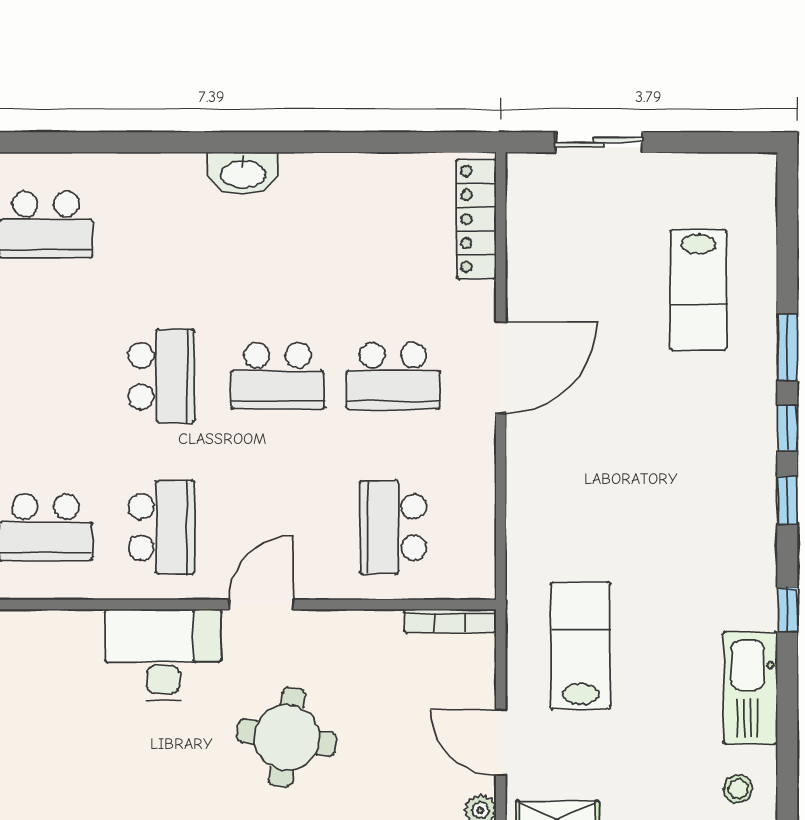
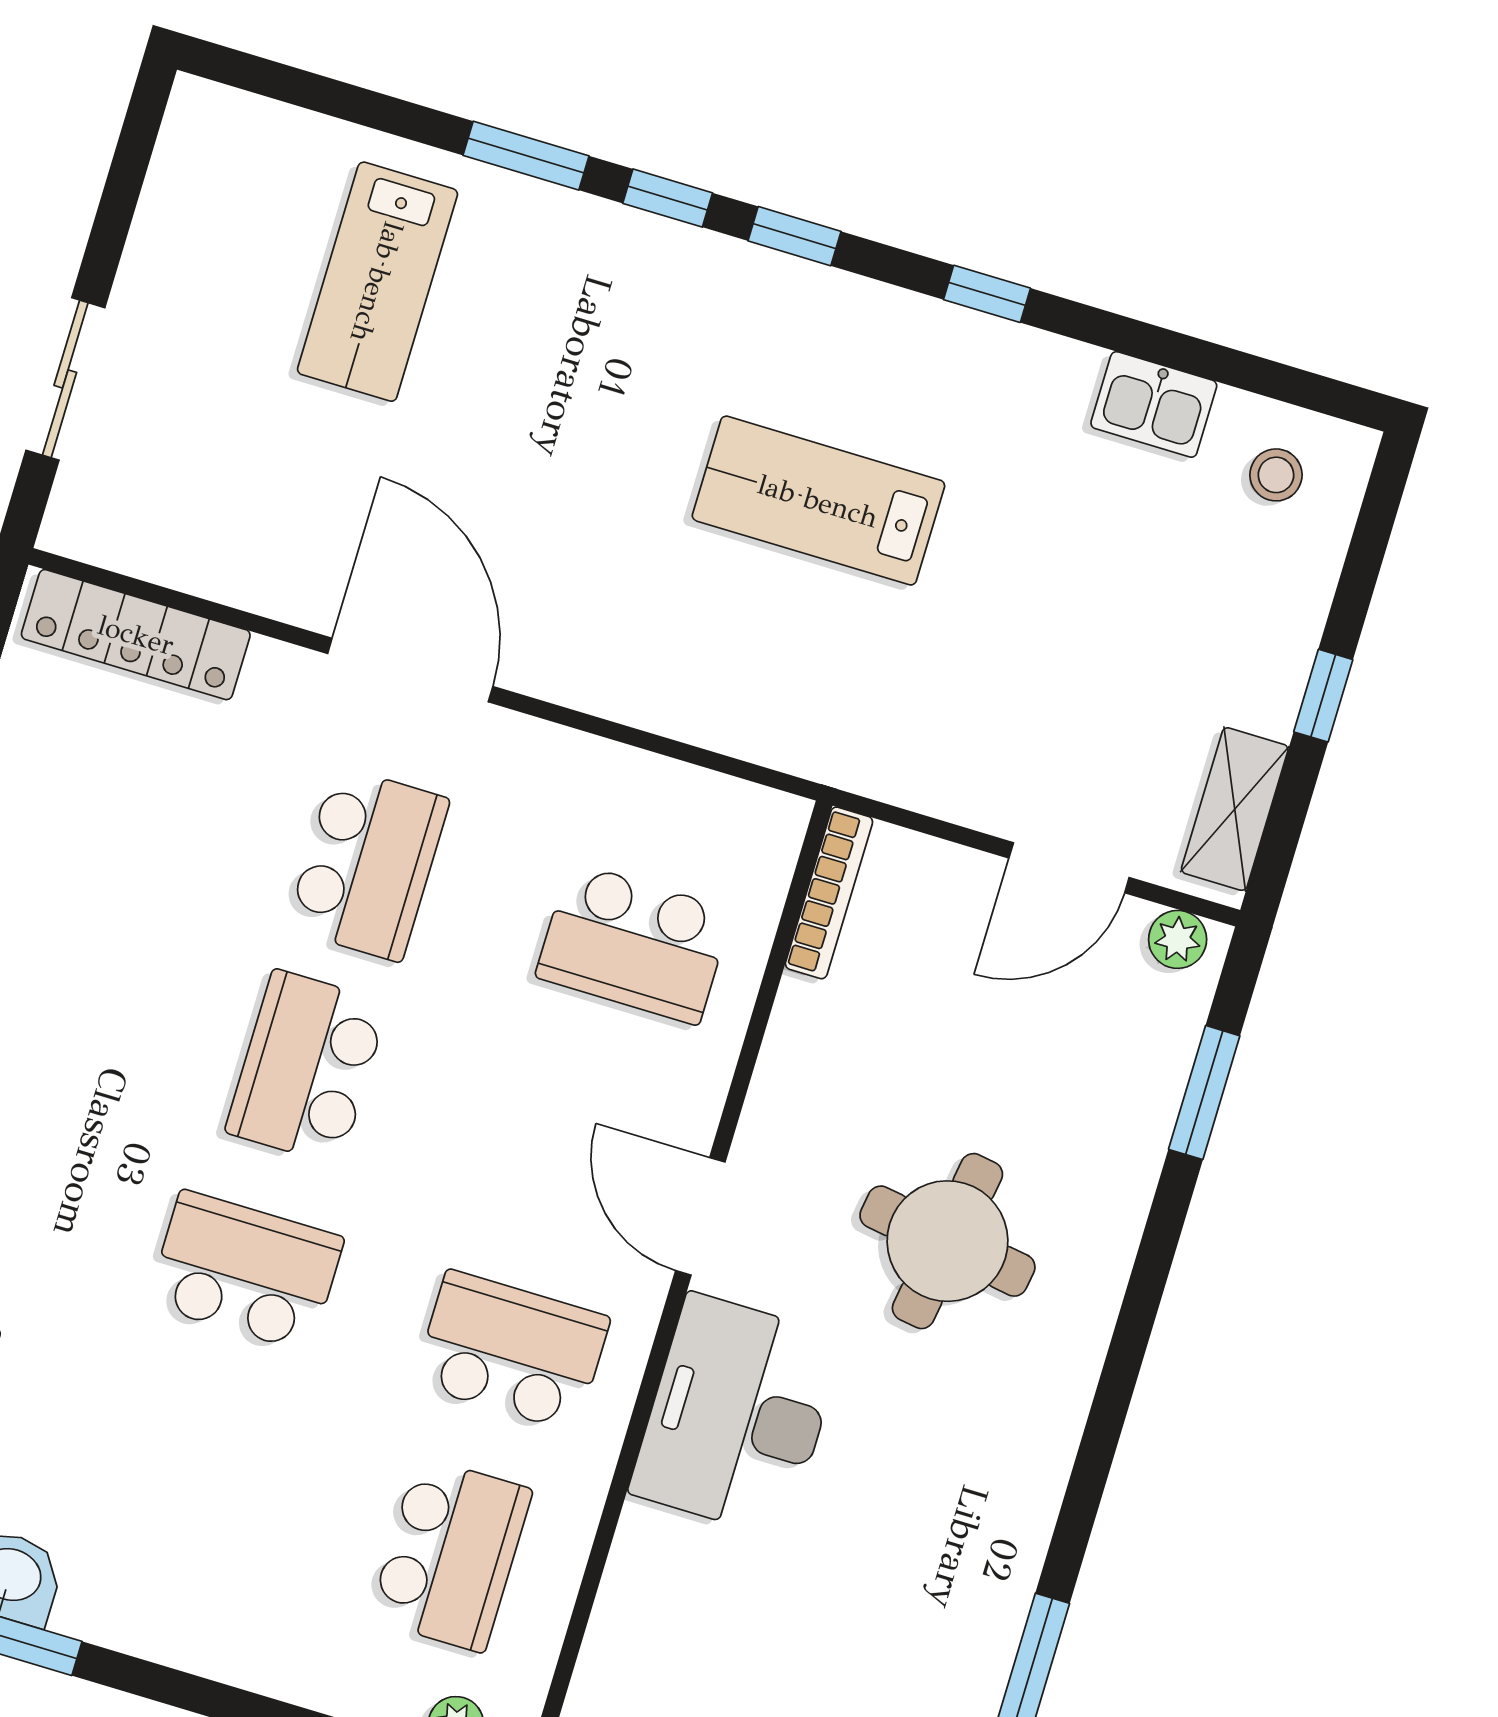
lab bench: (698, 290) -> (377, 282), turned 90
school desk: (277, 376) -> (307, 1067), turned 180
lab bench: (581, 646) -> (818, 501), moved
kitchen sink: (750, 688) -> (1154, 404), width x0.53, depth x0.81

